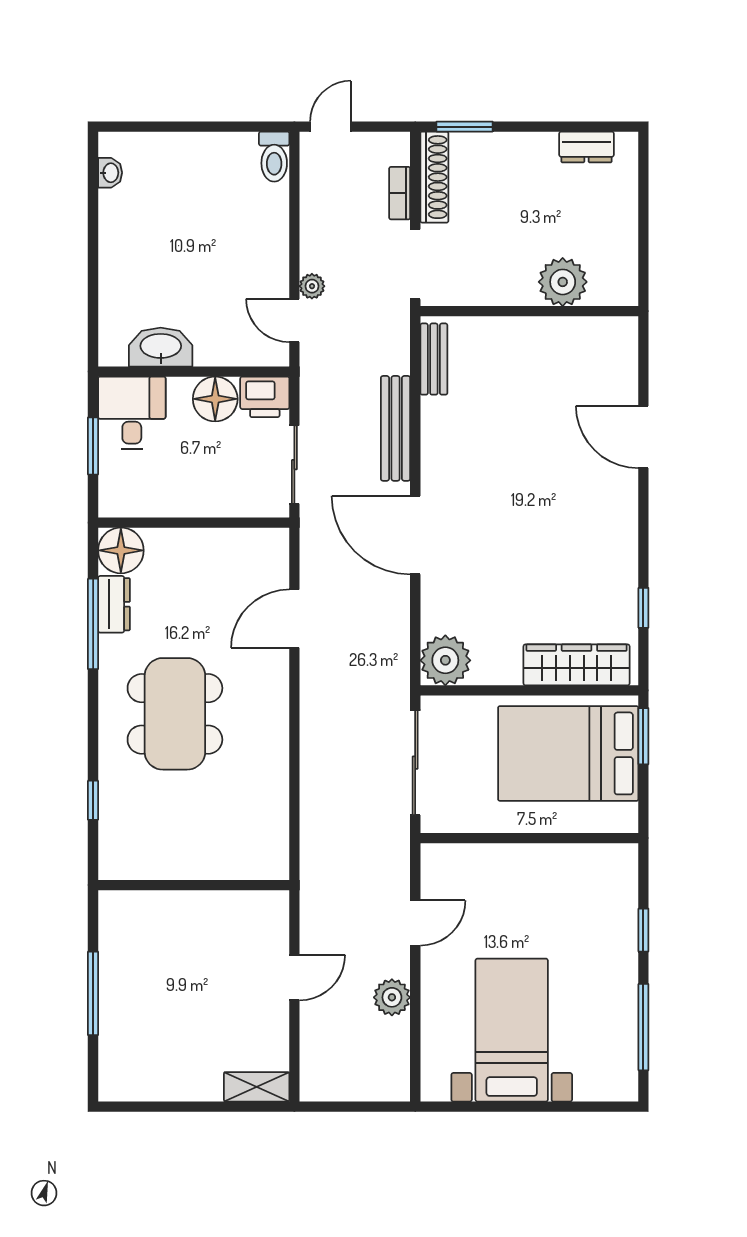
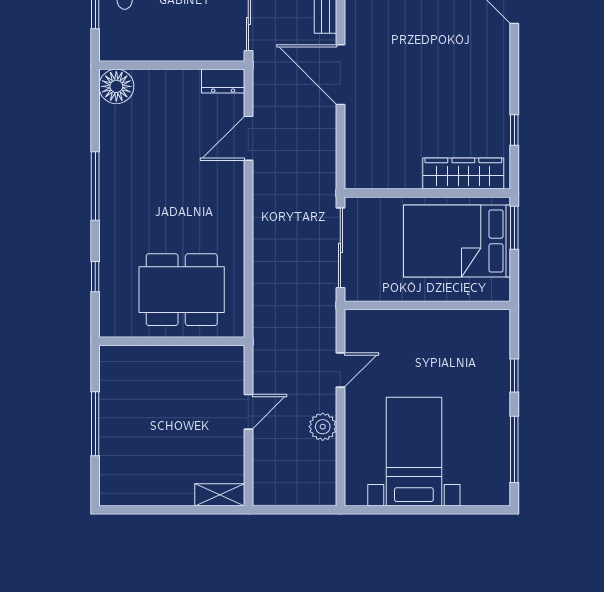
dresser: (114, 604) -> (223, 81), moved, turned 90
window: (93, 624) -> (95, 186), moved
plant: (445, 660) -> (363, 170), removed
dining table: (175, 714) -> (182, 290), moved, turned 90

